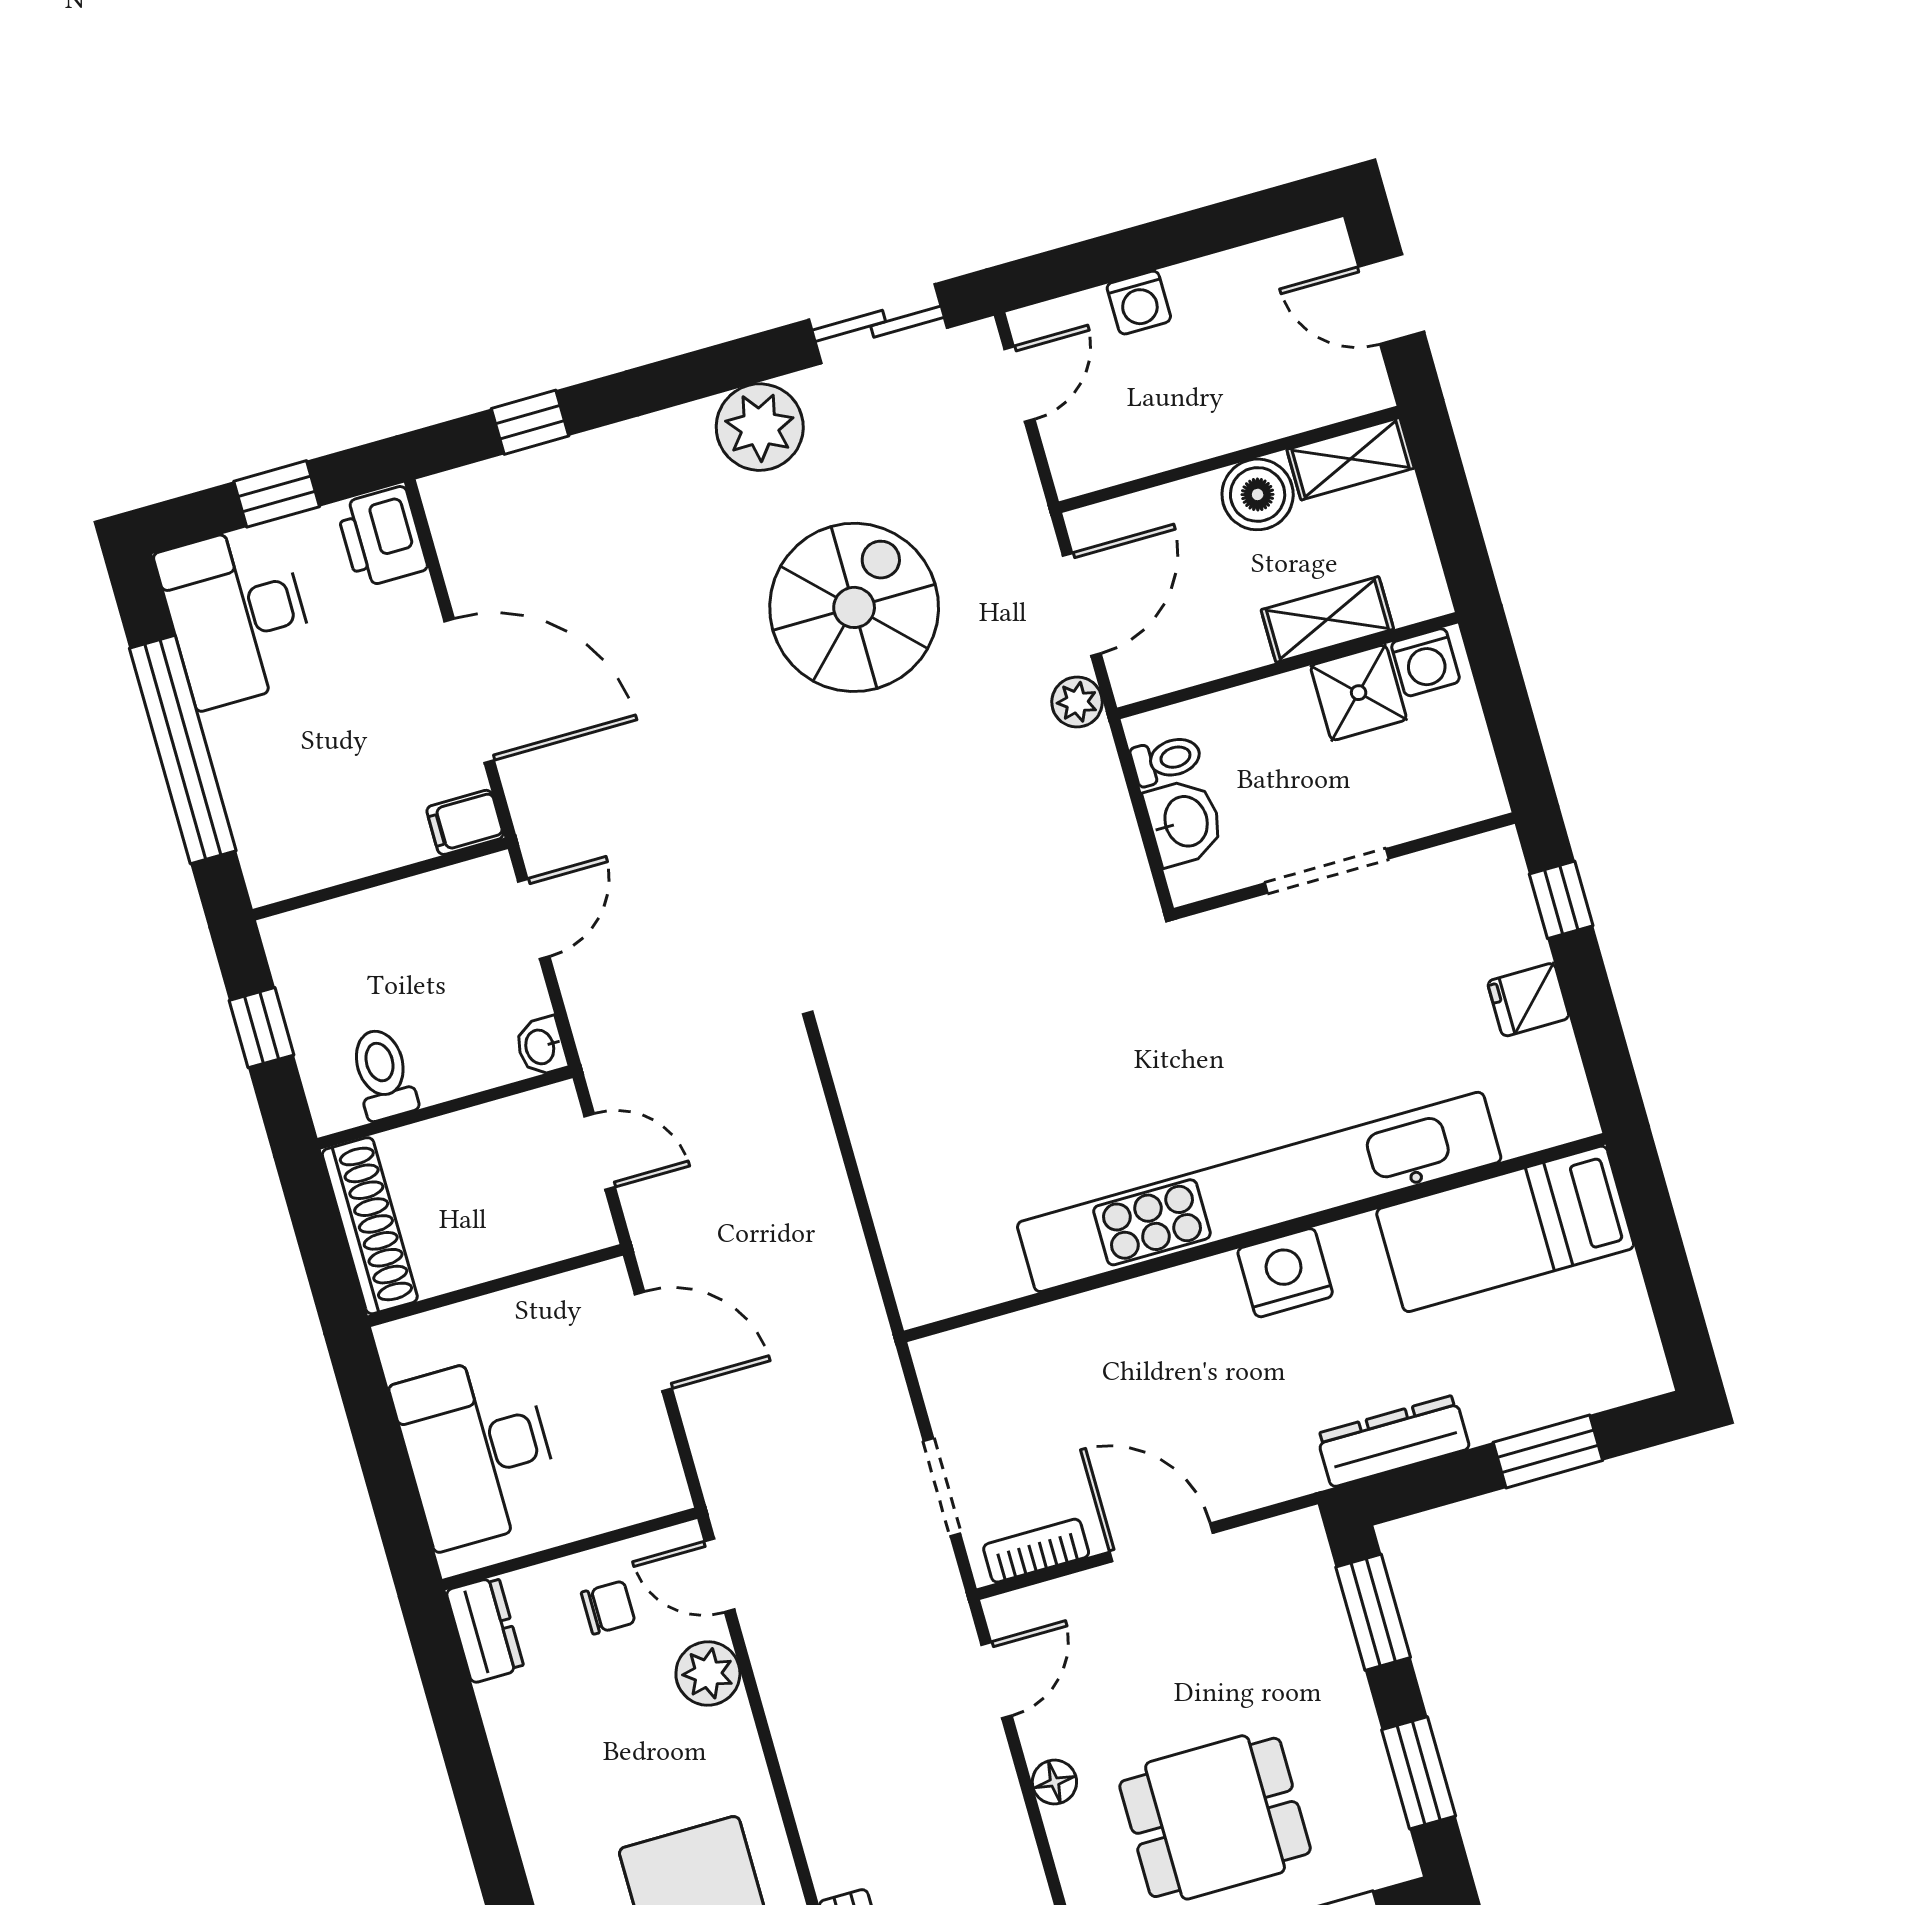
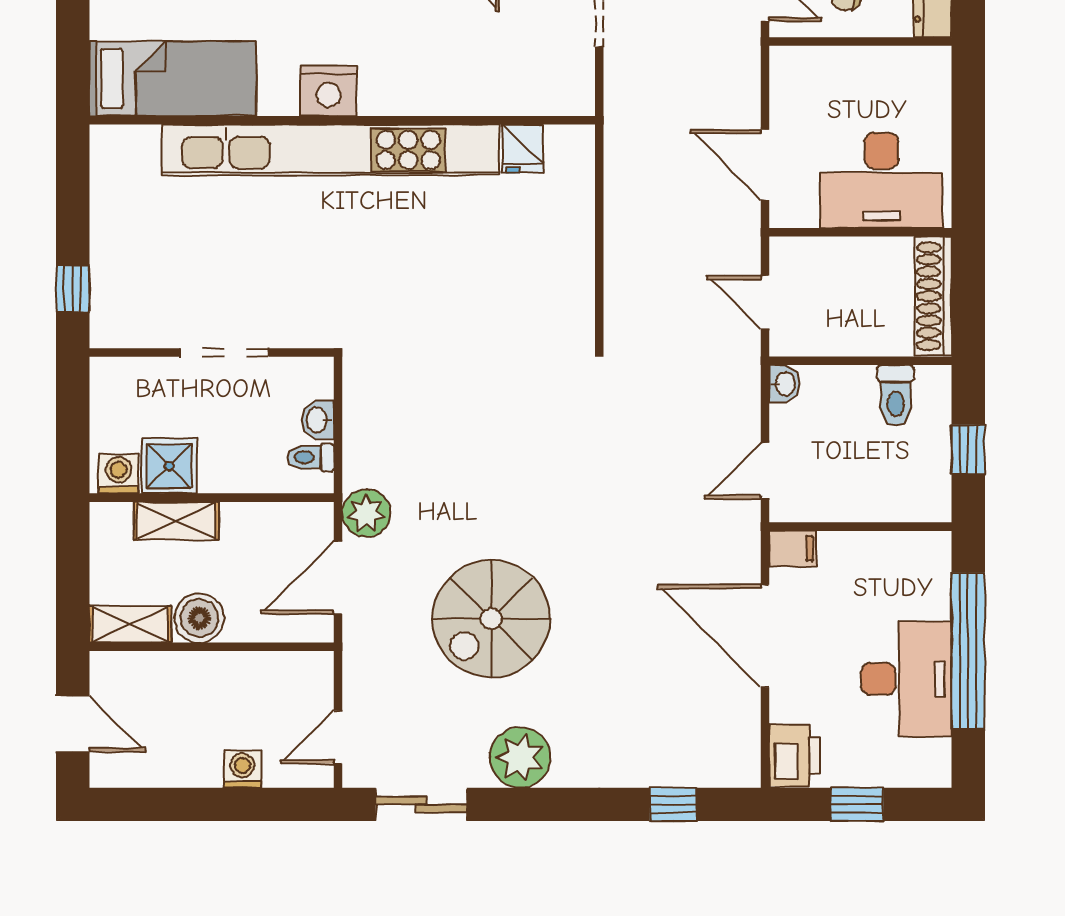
desk: (237, 616) -> (906, 679), moved
plant: (1077, 702) -> (366, 513), width x1.38, depth x1.38
washbasin: (1184, 822) -> (318, 420), width x0.72, depth x0.69
fridge: (1528, 1000) -> (523, 149), moved, turned 90
desk: (477, 1451) -> (881, 180), moved, turned 90

